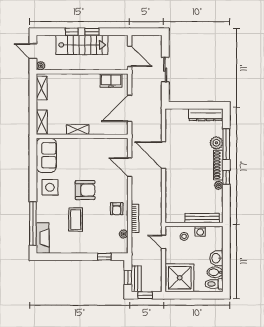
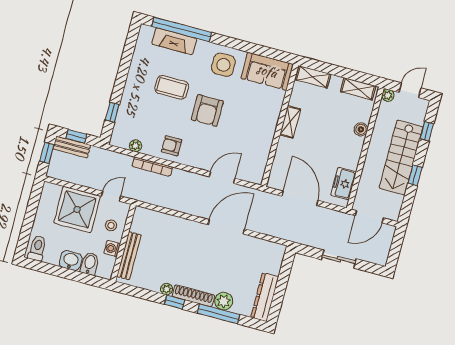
window: (72, 32) -> (427, 131), moved
boiler: (70, 78) -> (361, 129), added
fireplace: (43, 238) -> (174, 41), moved
bidet: (215, 272) -> (90, 264), moved
shower: (180, 278) -> (77, 209), moved

